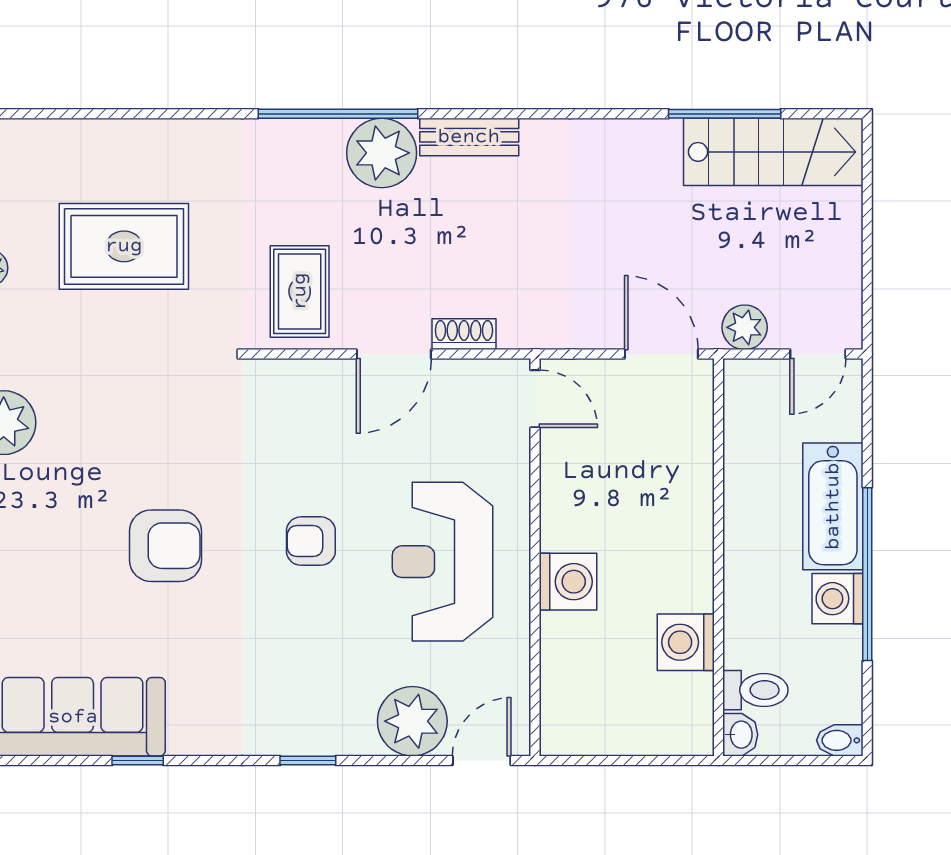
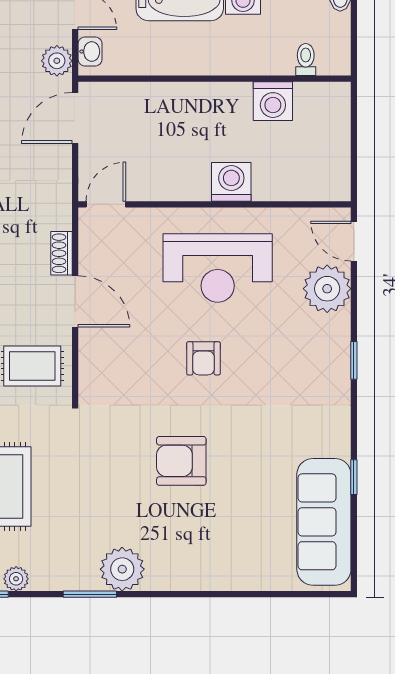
armchair: (165, 546) -> (181, 461), moved, turned -90
toilet: (755, 690) -> (306, 60), width x0.73, depth x0.72
washbasin: (740, 735) -> (90, 51), moved, turned 90

